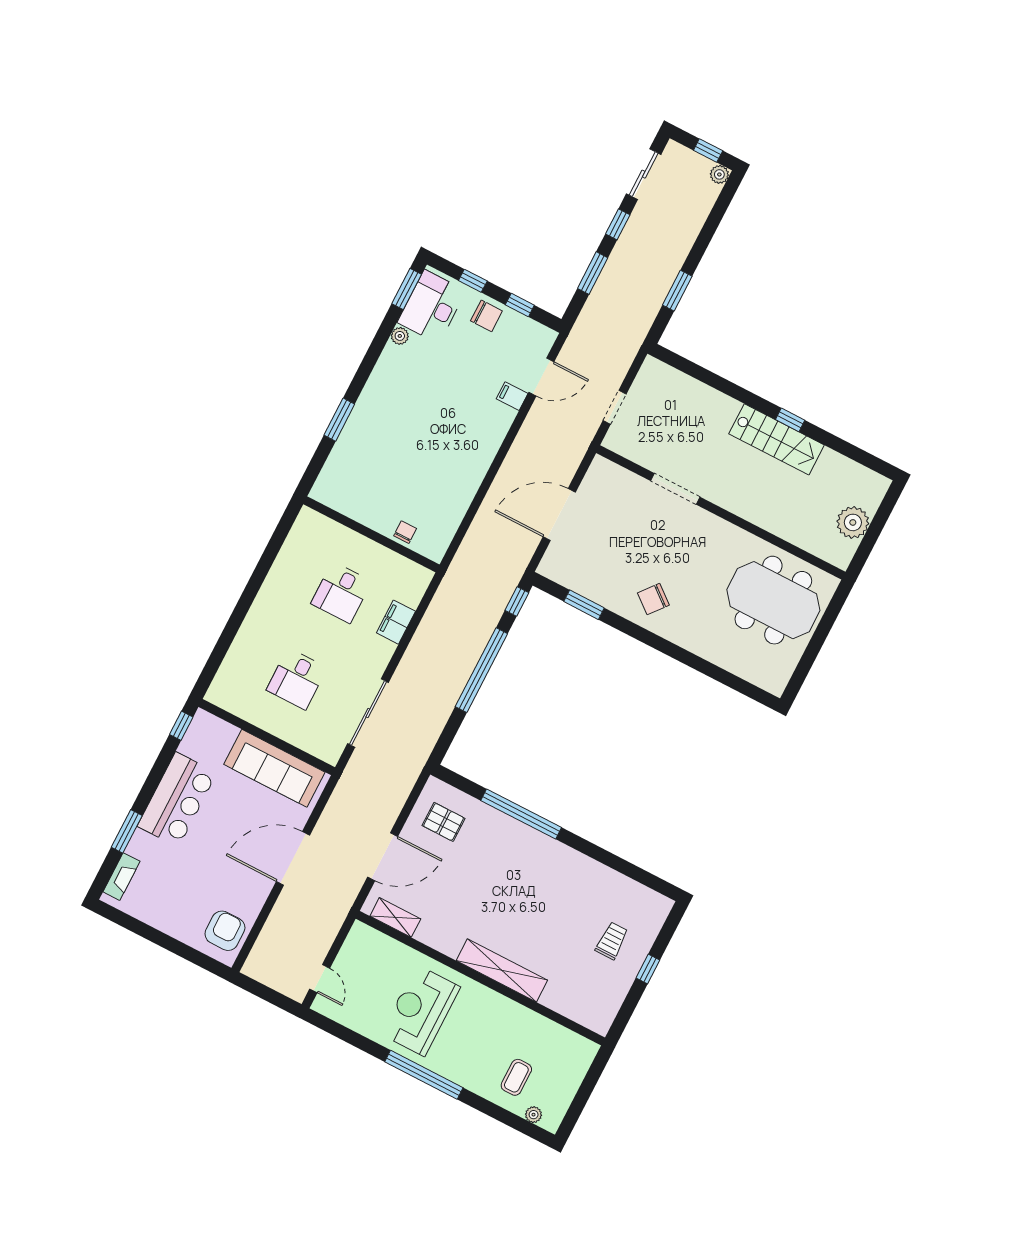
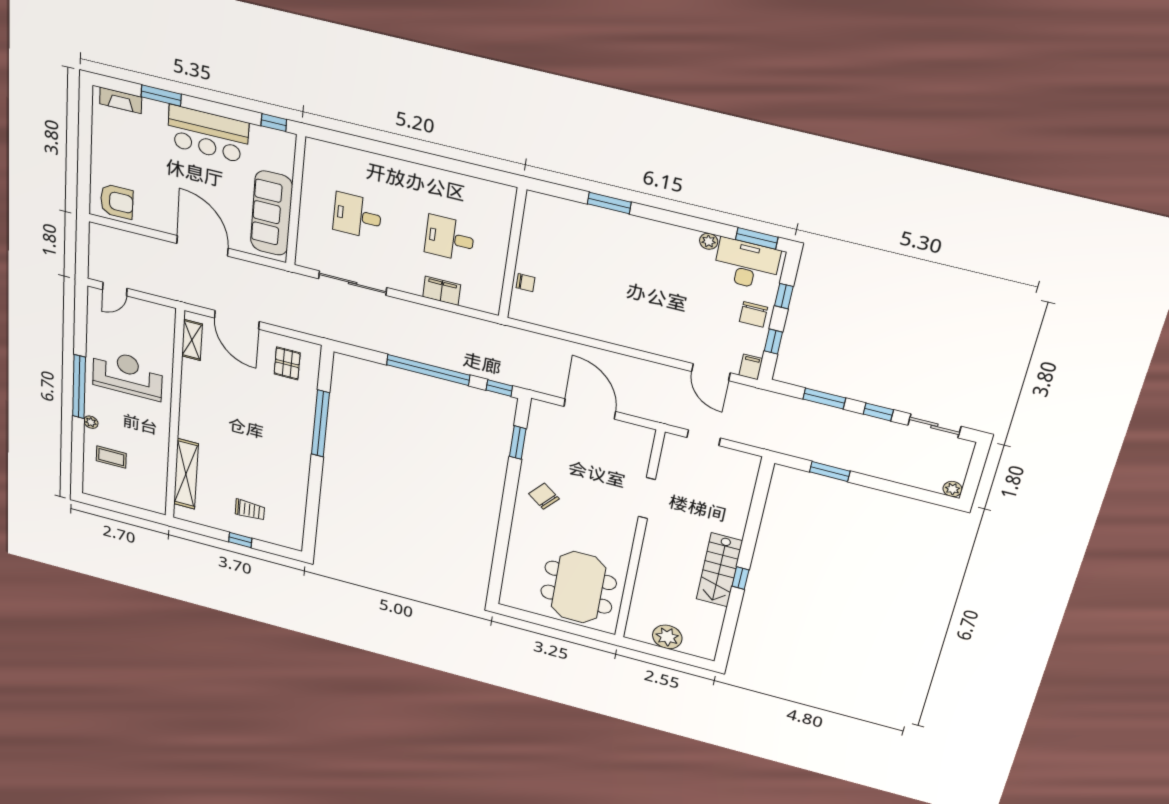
window: (708, 150) -> (973, 476), removed
filing cabinet: (512, 396) -> (751, 367), moved
shelving: (502, 970) -> (186, 474), moved
plant: (534, 1115) -> (91, 422), moved

